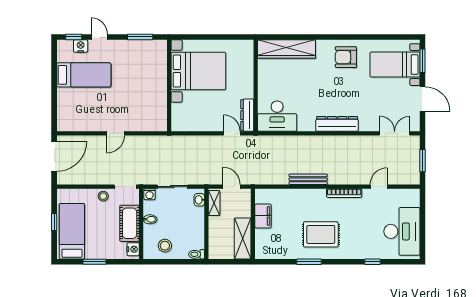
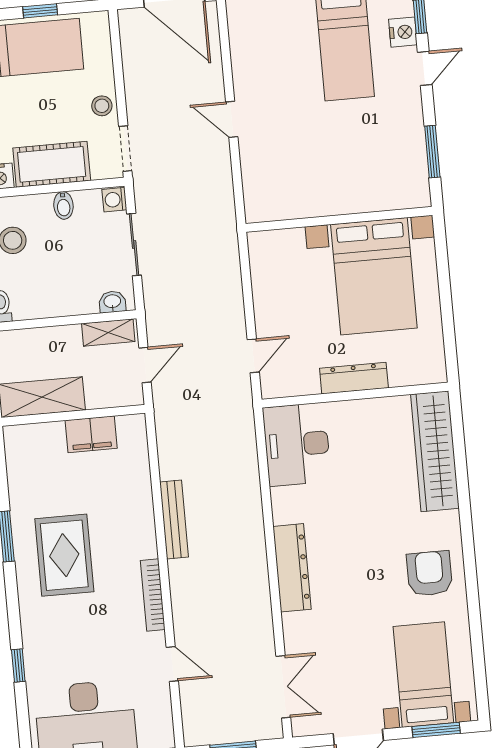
dresser: (247, 115) -> (354, 378), moved

